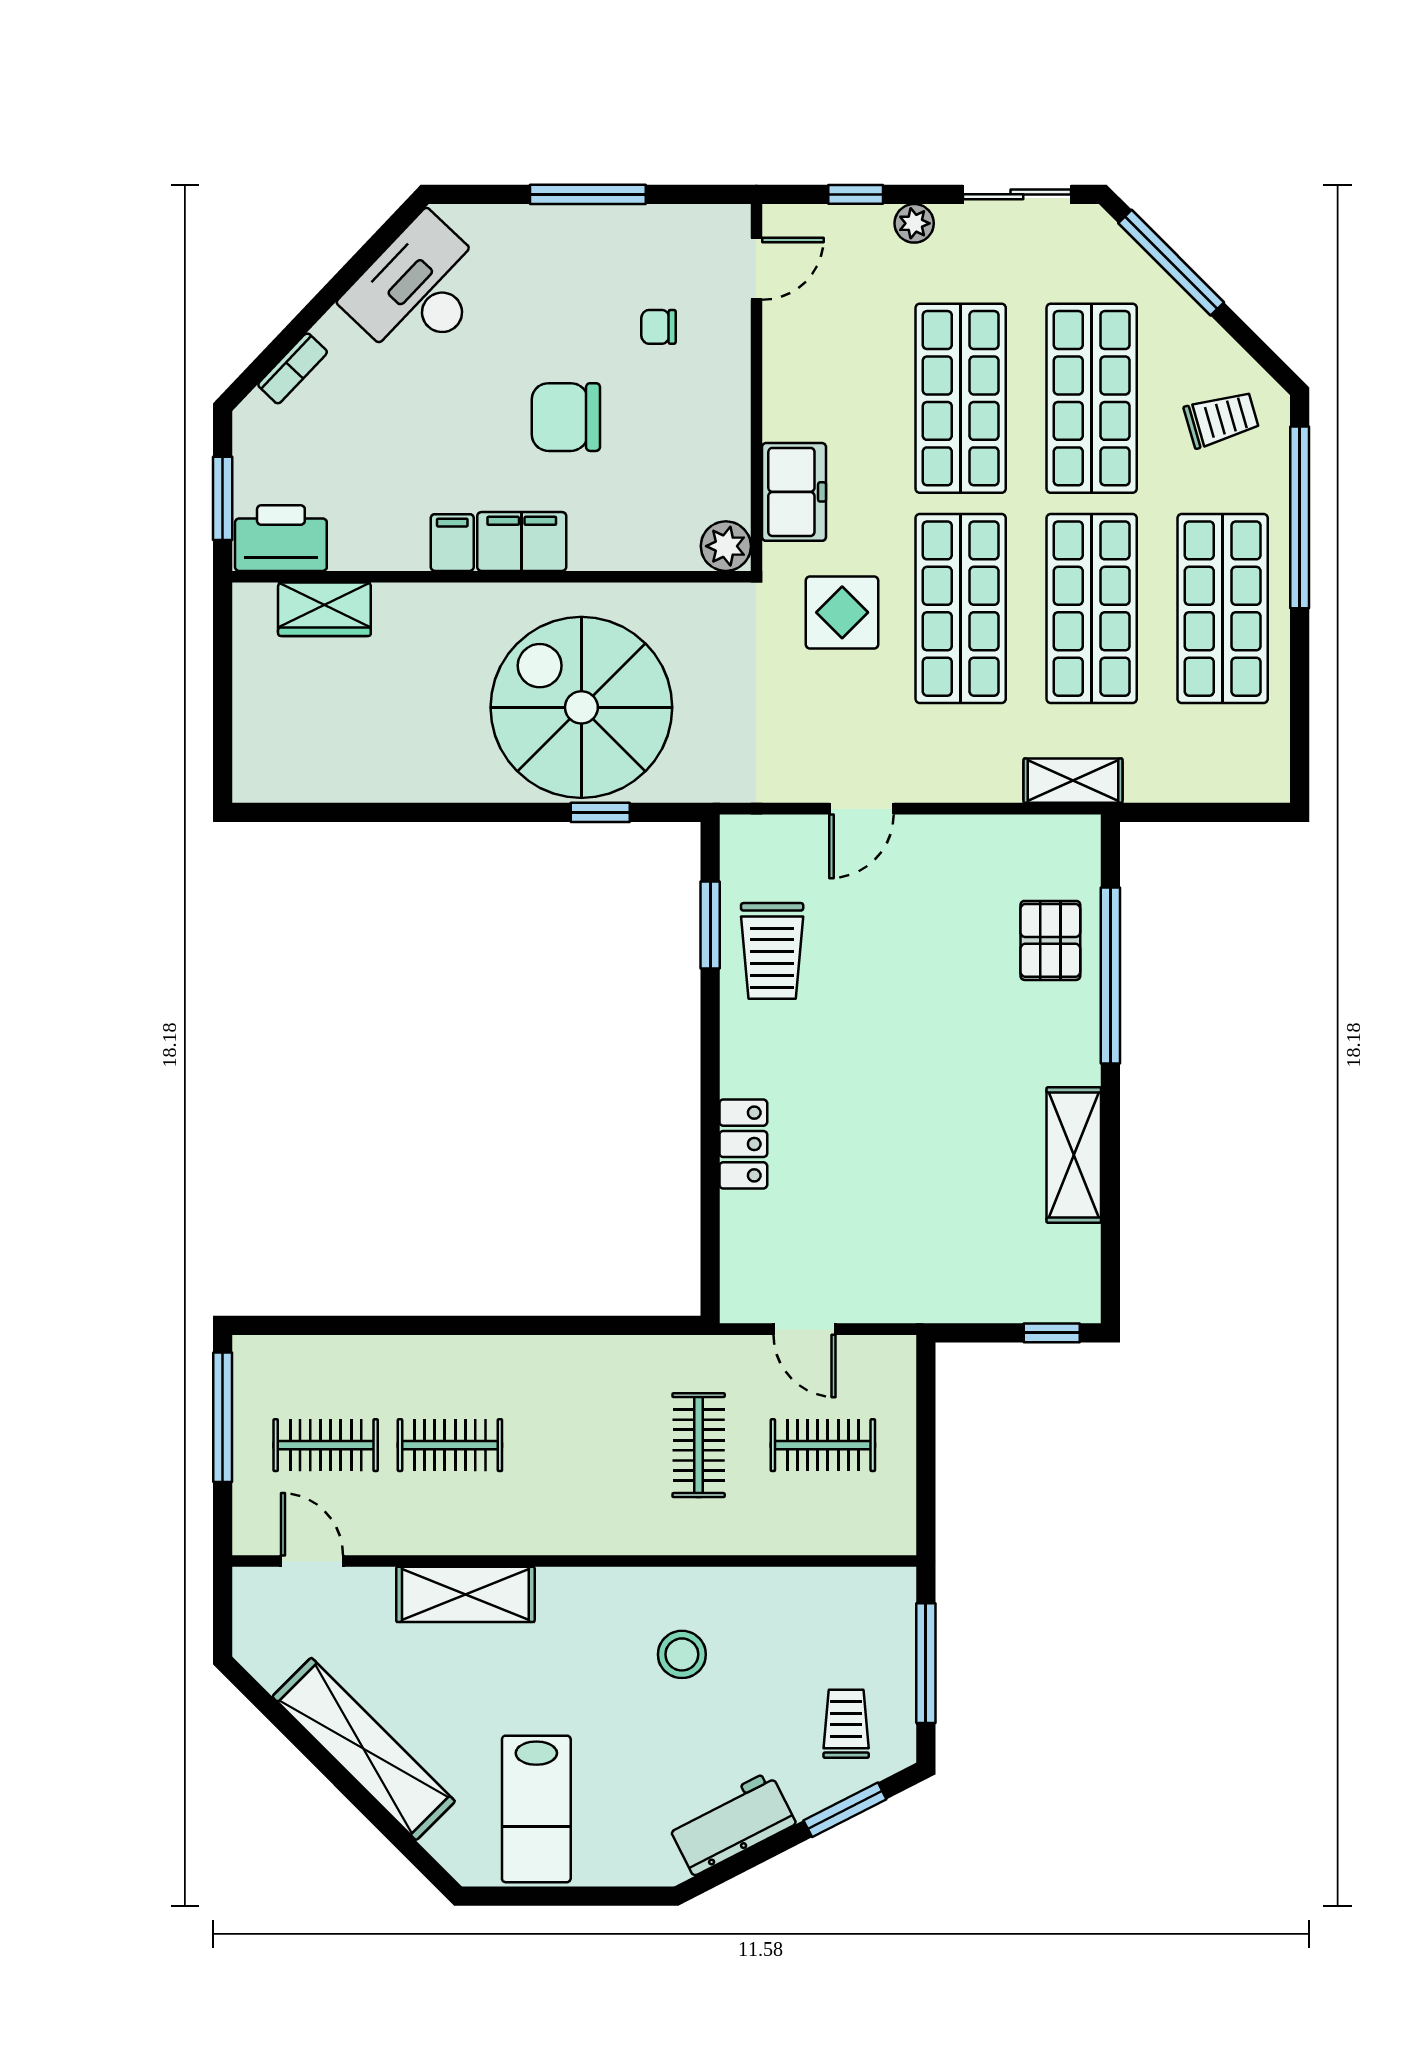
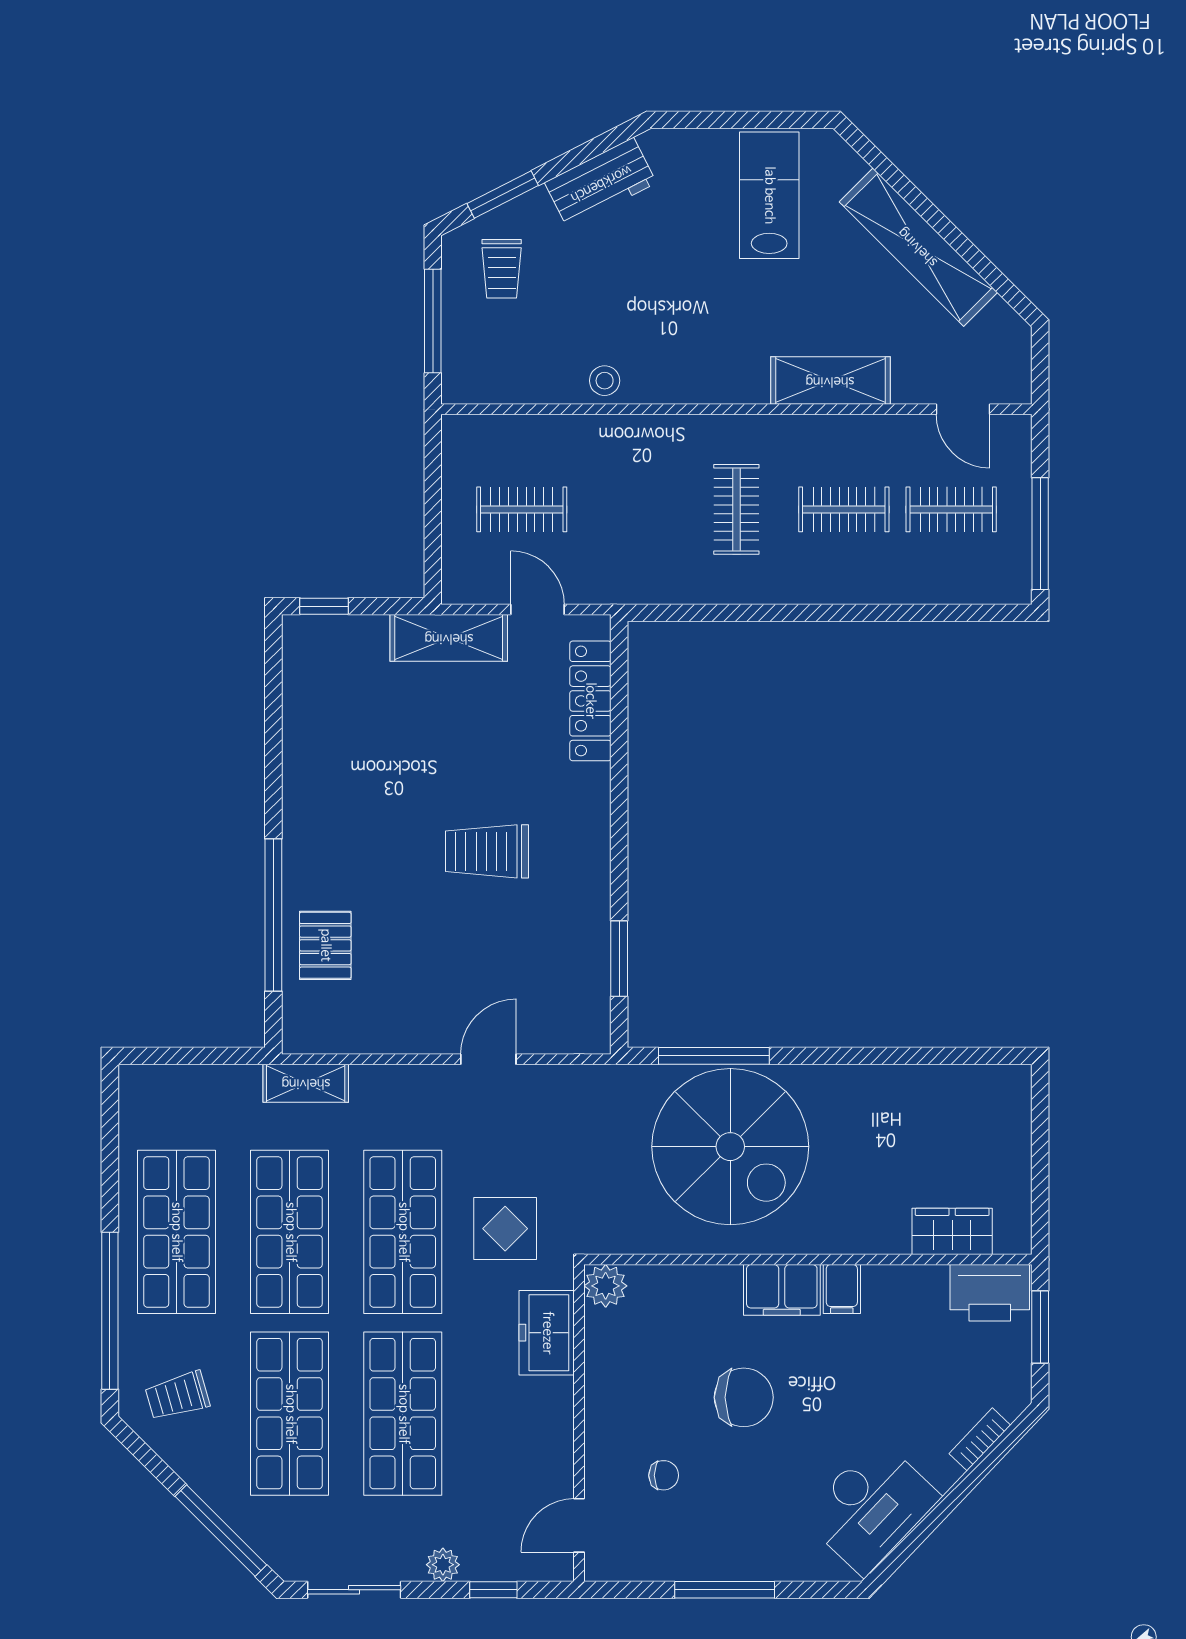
window: (600, 812) -> (714, 1056), width x2.17
trolley: (772, 951) -> (487, 851), moved, turned -90
locker: (743, 1144) -> (590, 701), moved, width x1.53
shelving: (1074, 1155) -> (449, 638), moved, turned 90
clothes rail: (699, 1445) -> (736, 509), moved
stool: (682, 1654) -> (605, 381), moved, width x0.73, depth x0.73

